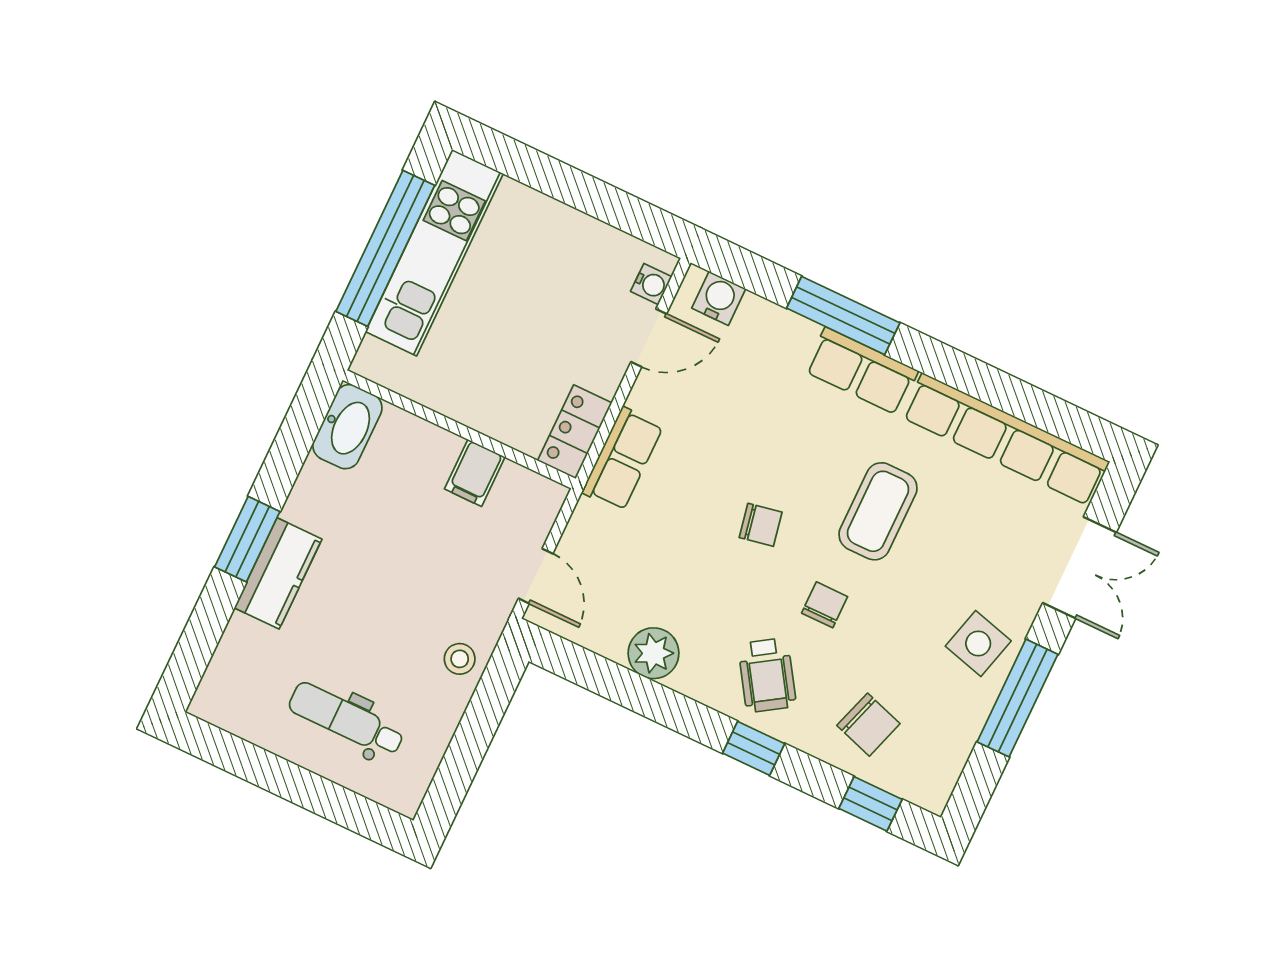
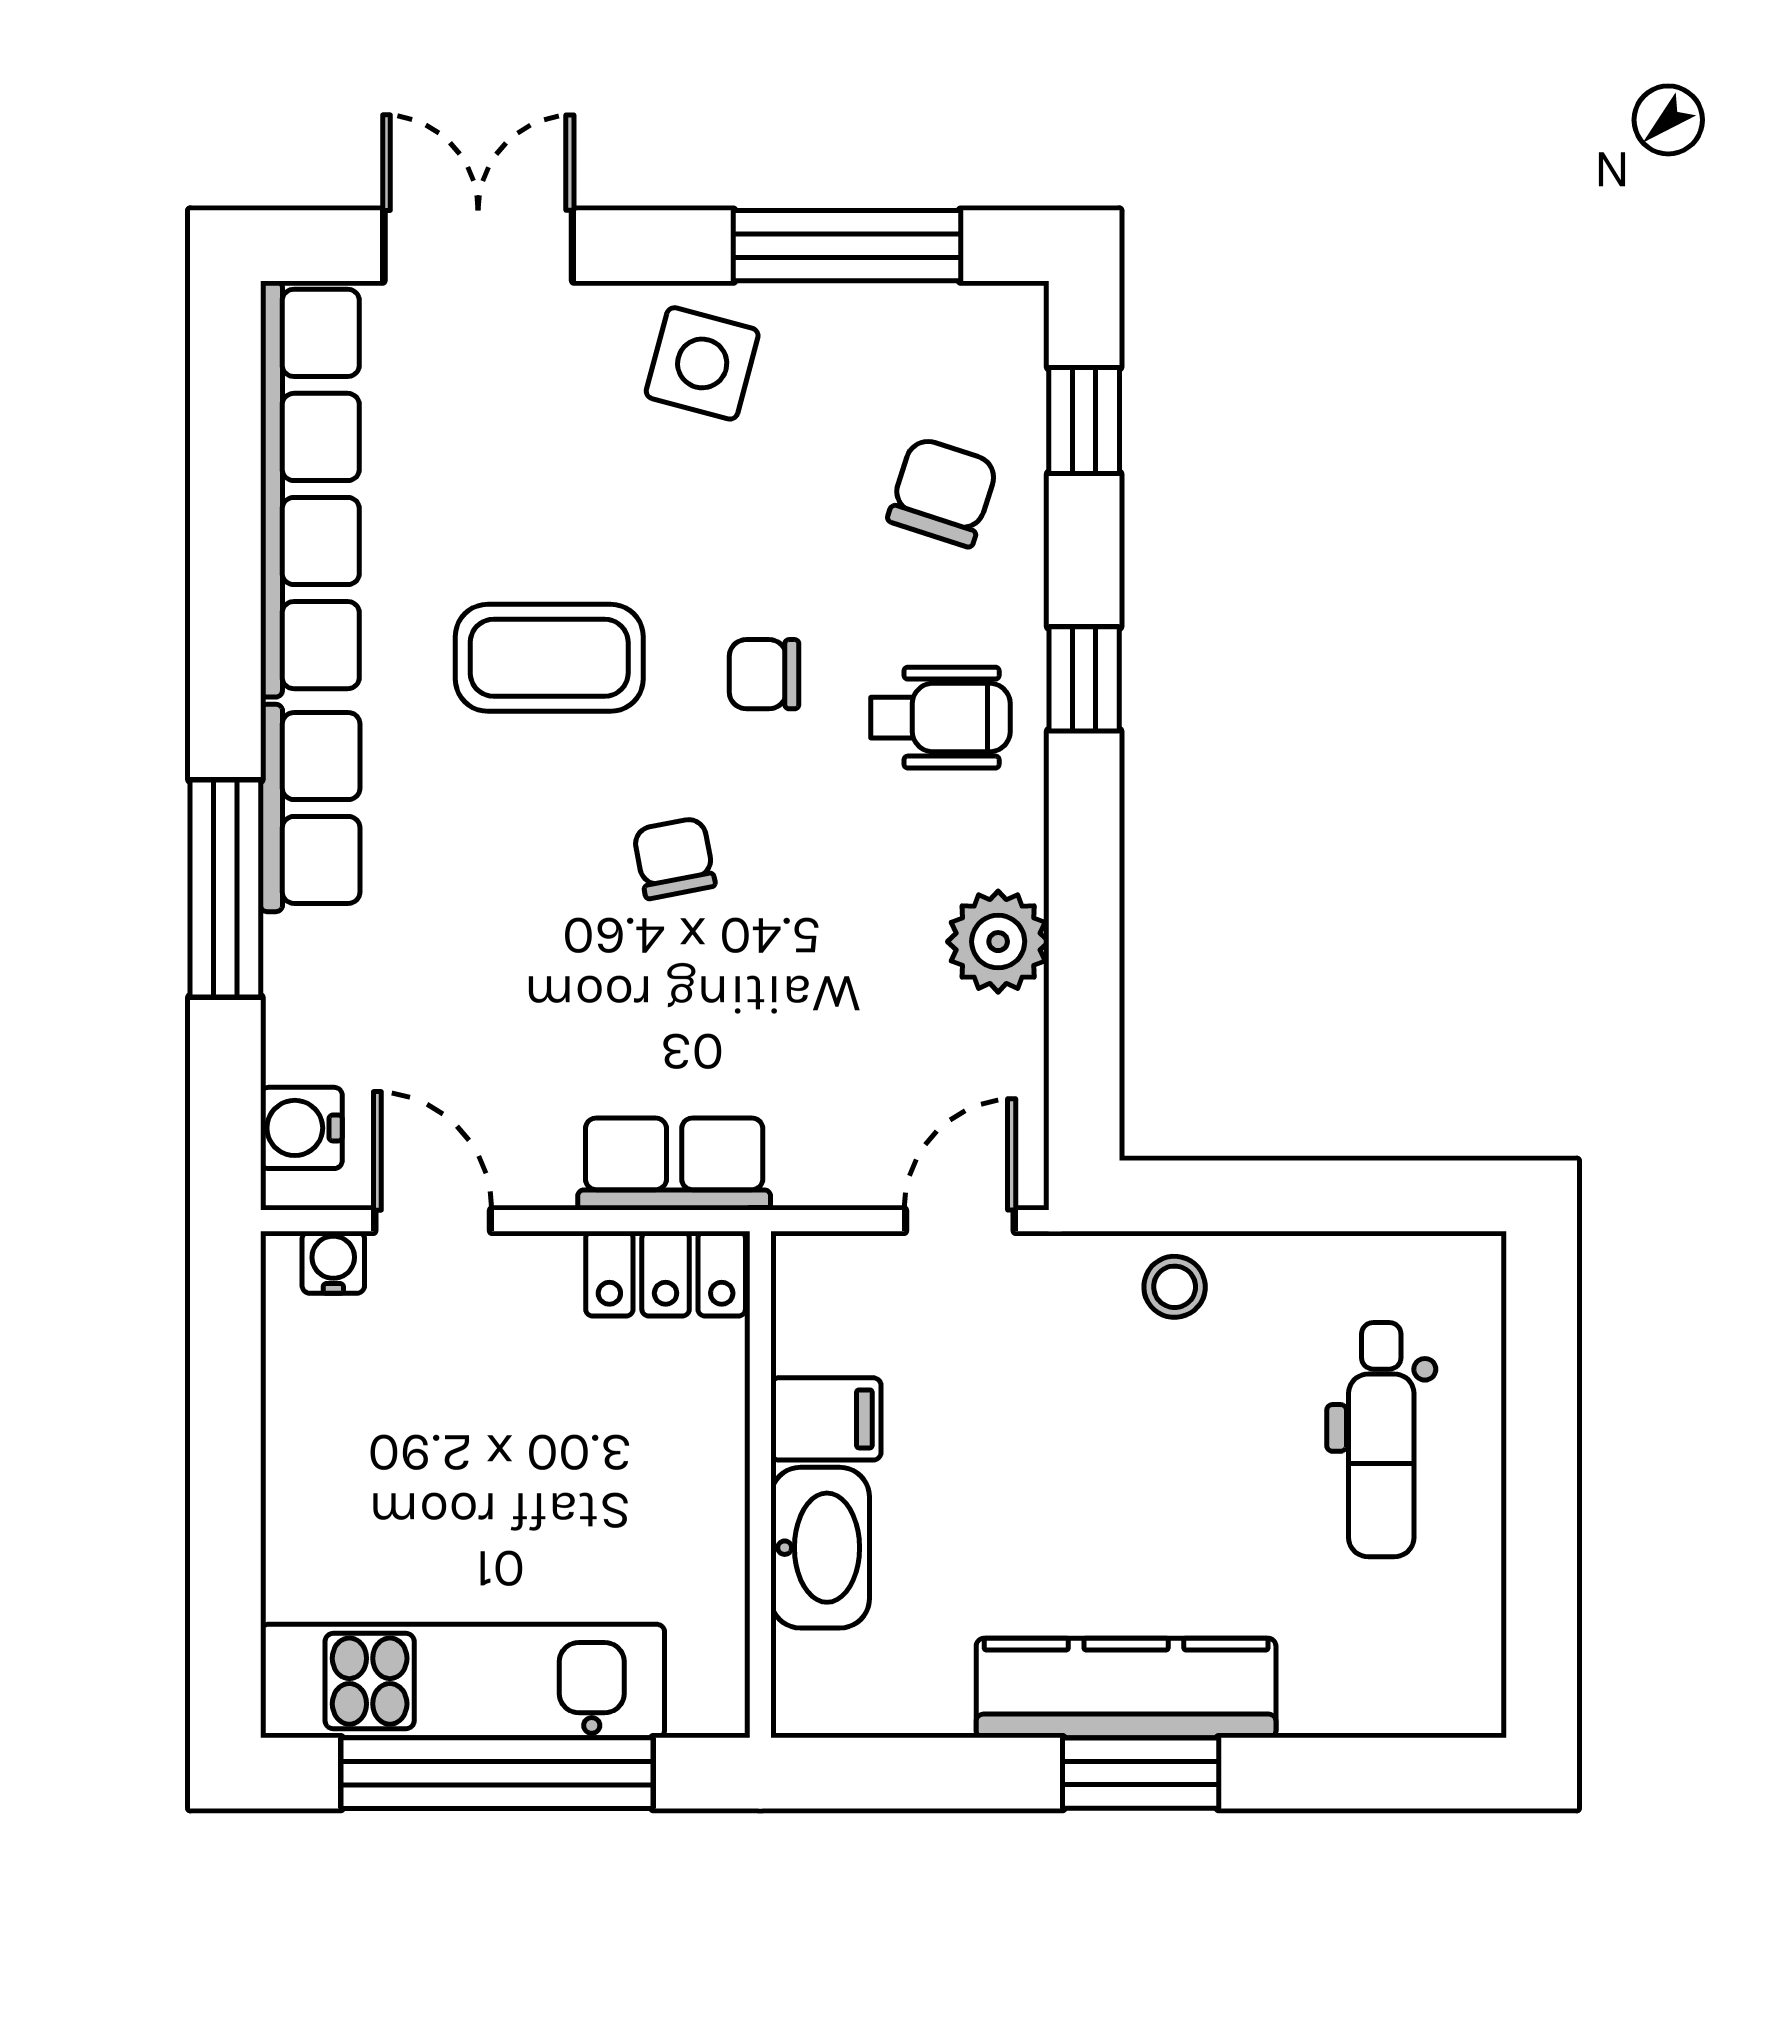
washbasin: (347, 427) -> (820, 1548), moved, turned 90
kitchen counter: (278, 573) -> (1126, 1688), width x1.50
wheelchair: (767, 675) -> (940, 718), turned 33
window: (1017, 698) -> (847, 246), moved

